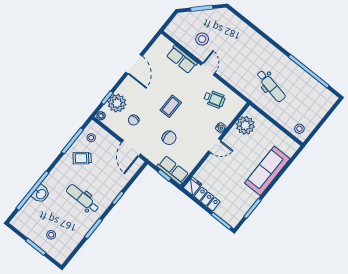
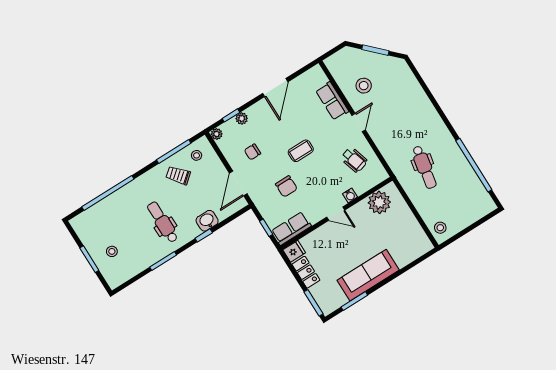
plant: (117, 103) -> (242, 118), width x0.53, depth x0.53
row of seats: (173, 170) -> (291, 228), moved, turned -90
sofa: (267, 171) -> (368, 275), moved
washbasin: (41, 194) -> (207, 221), moved, turned 180

